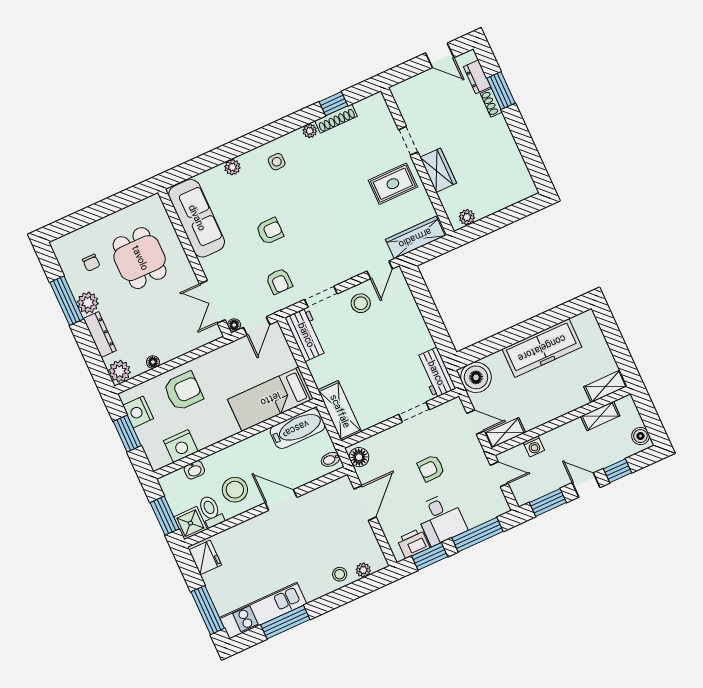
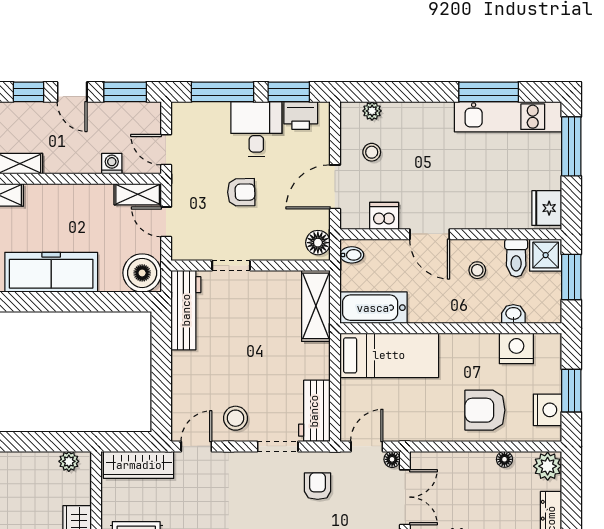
workbench: (436, 373) -> (186, 310), width x1.38
stool: (235, 490) -> (477, 270), width x0.53, depth x0.53
dishwasher: (320, 498) -> (384, 216), added
stool: (340, 574) -> (372, 152), moved

